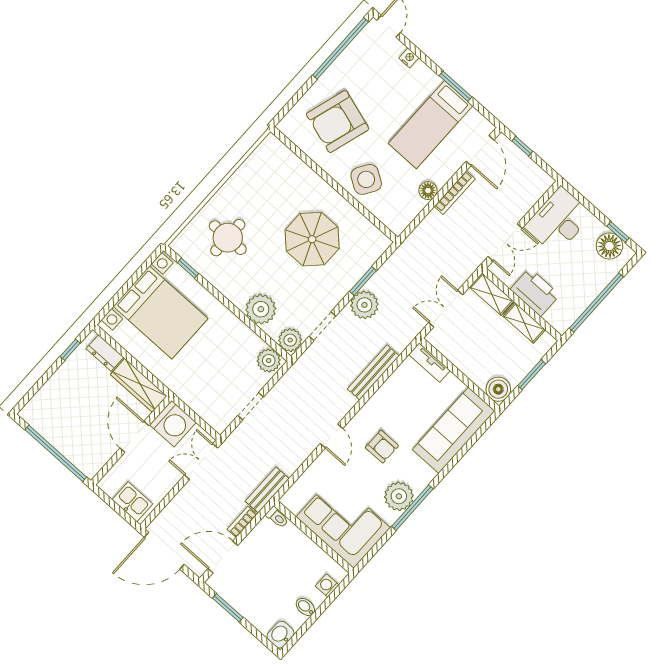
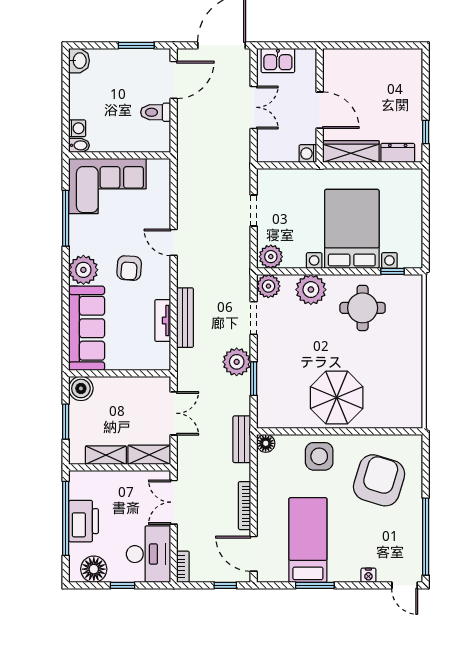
side table: (366, 179) -> (319, 456), turned -32
floor lamp: (428, 191) -> (266, 443), moved
window: (618, 232) -> (123, 585), moved
round table: (228, 238) -> (363, 308), moved
parasol: (312, 239) -> (337, 398), moved
printer: (535, 292) -> (84, 521), moved, turned -90
bed with nightstands: (161, 313) -> (352, 229), moved, turned 90
tv unit: (429, 363) -> (163, 321), moved, turned -90
washing machine: (173, 424) -> (308, 154), width x0.53, depth x0.53
armchair: (382, 447) -> (129, 268), turned -86
window: (56, 453) -> (367, 45), removed
double door: (201, 461) -> (254, 107), moved
bench: (267, 490) -> (242, 439), moved
plant: (399, 496) -> (83, 270), moved
window: (412, 508) -> (66, 218), moved
toilet: (277, 517) -> (156, 112), moved, width x1.37, depth x1.39
bookcase: (242, 522) -> (183, 567), moved
bidet: (305, 607) -> (79, 145), moved

